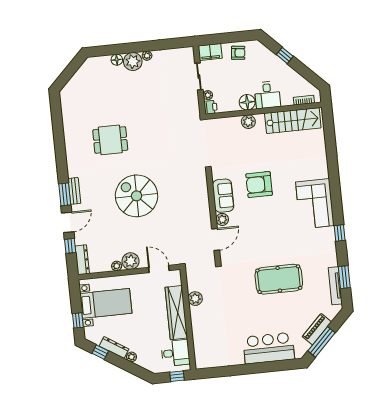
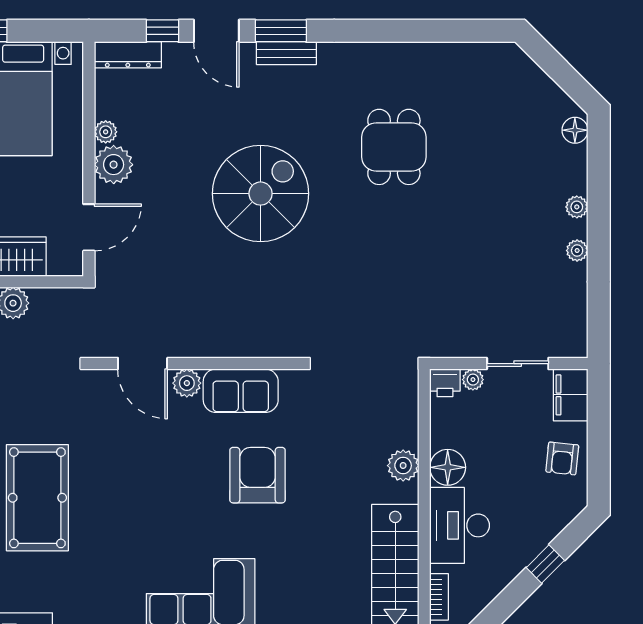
floor lamp: (117, 60) -> (575, 130), moved
plant: (133, 62) -> (577, 207), width x0.53, depth x0.53
desk: (267, 95) -> (460, 525), width x1.37

